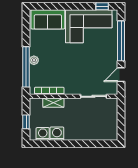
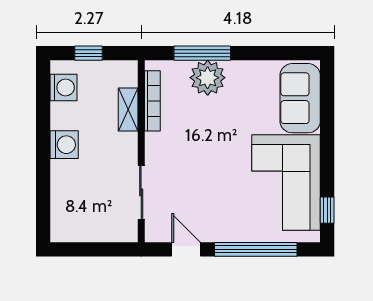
plant: (34, 60) -> (208, 78), width x1.87, depth x1.87
window: (26, 67) -> (202, 53), width x0.68
washing machine: (57, 134) -> (64, 145), moved

